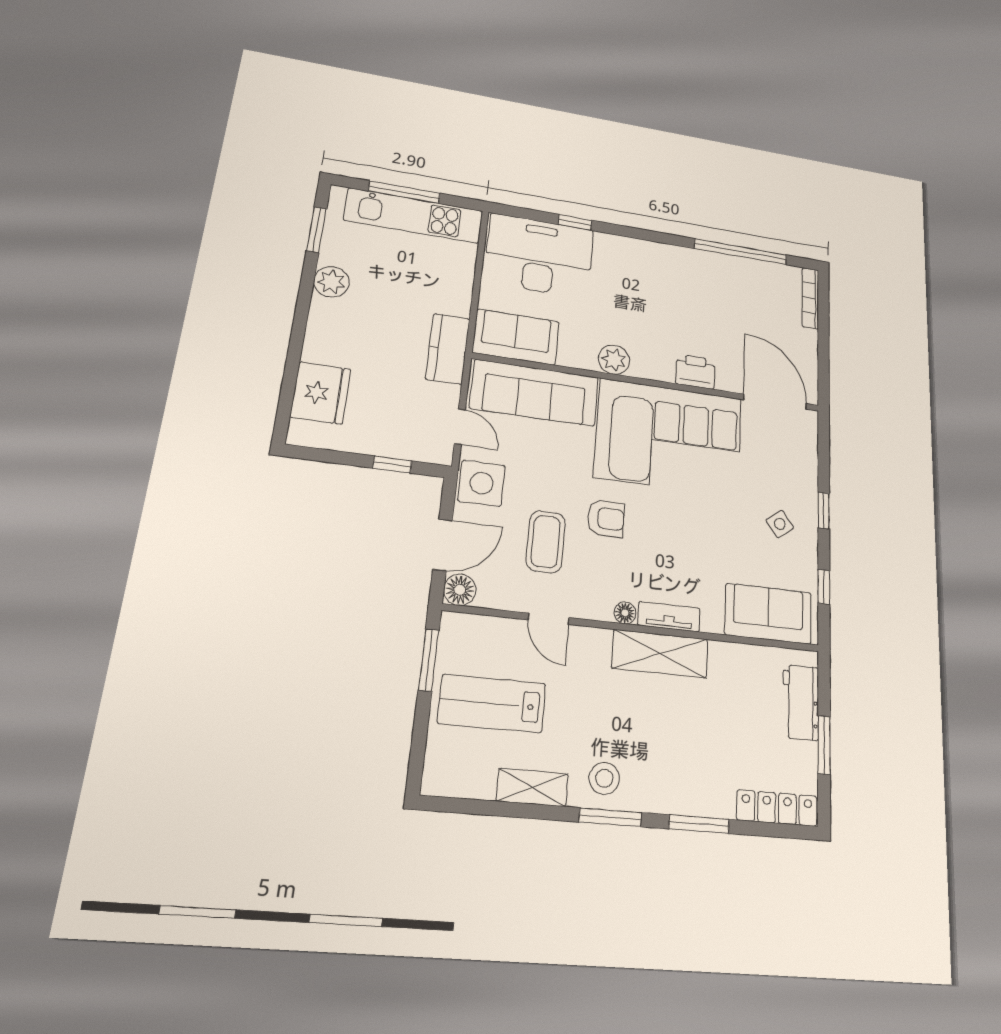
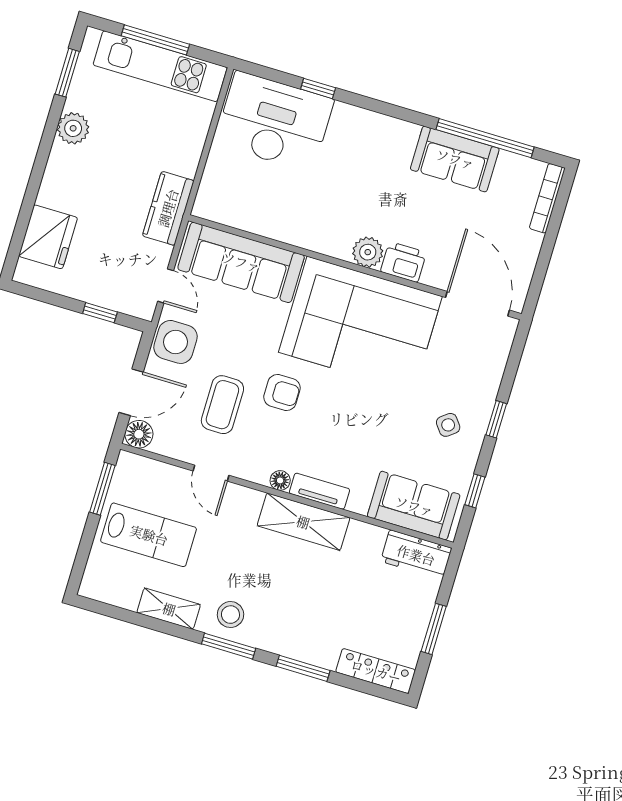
sofa: (516, 337) -> (455, 159), moved, turned 180
plant: (614, 360) -> (368, 252), moved
workbench: (801, 702) -> (416, 555), moved, turned -90
lab bench: (492, 703) -> (149, 535), turned 180

